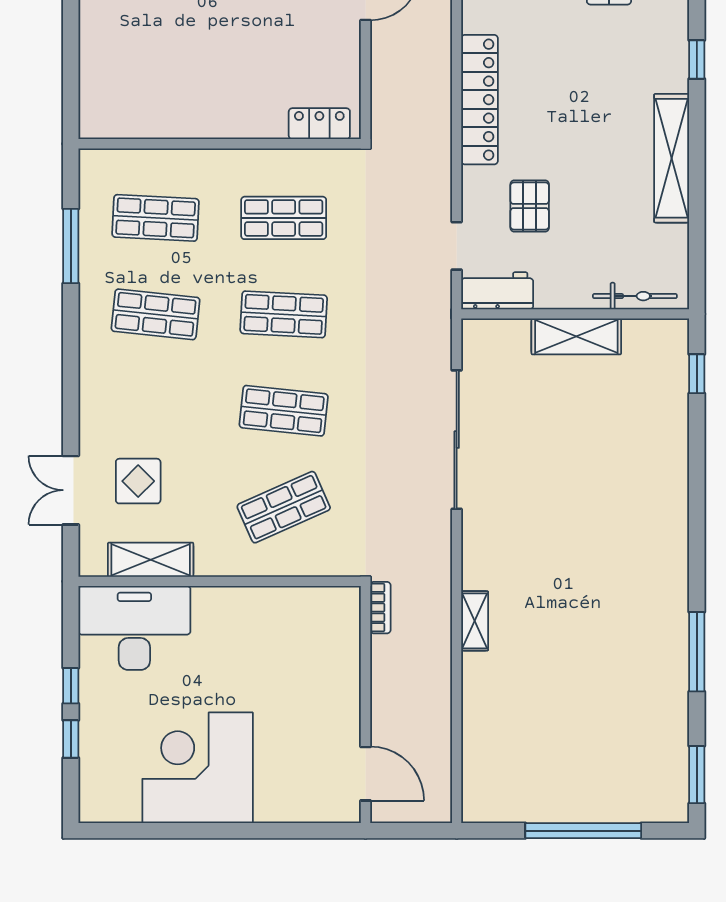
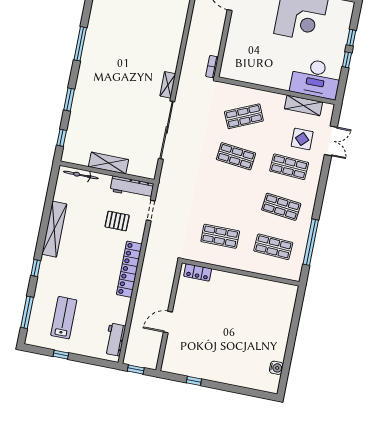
pallet: (530, 206) -> (117, 221), turned 90
window: (71, 246) -> (311, 242), width x1.46
workbench: (497, 291) -> (132, 187), width x1.38
shop shelf: (284, 314) -> (289, 167), moved
window: (697, 466) -> (69, 100), added
shelving: (475, 621) -> (168, 85), moved
window: (697, 652) -> (80, 44), moved

